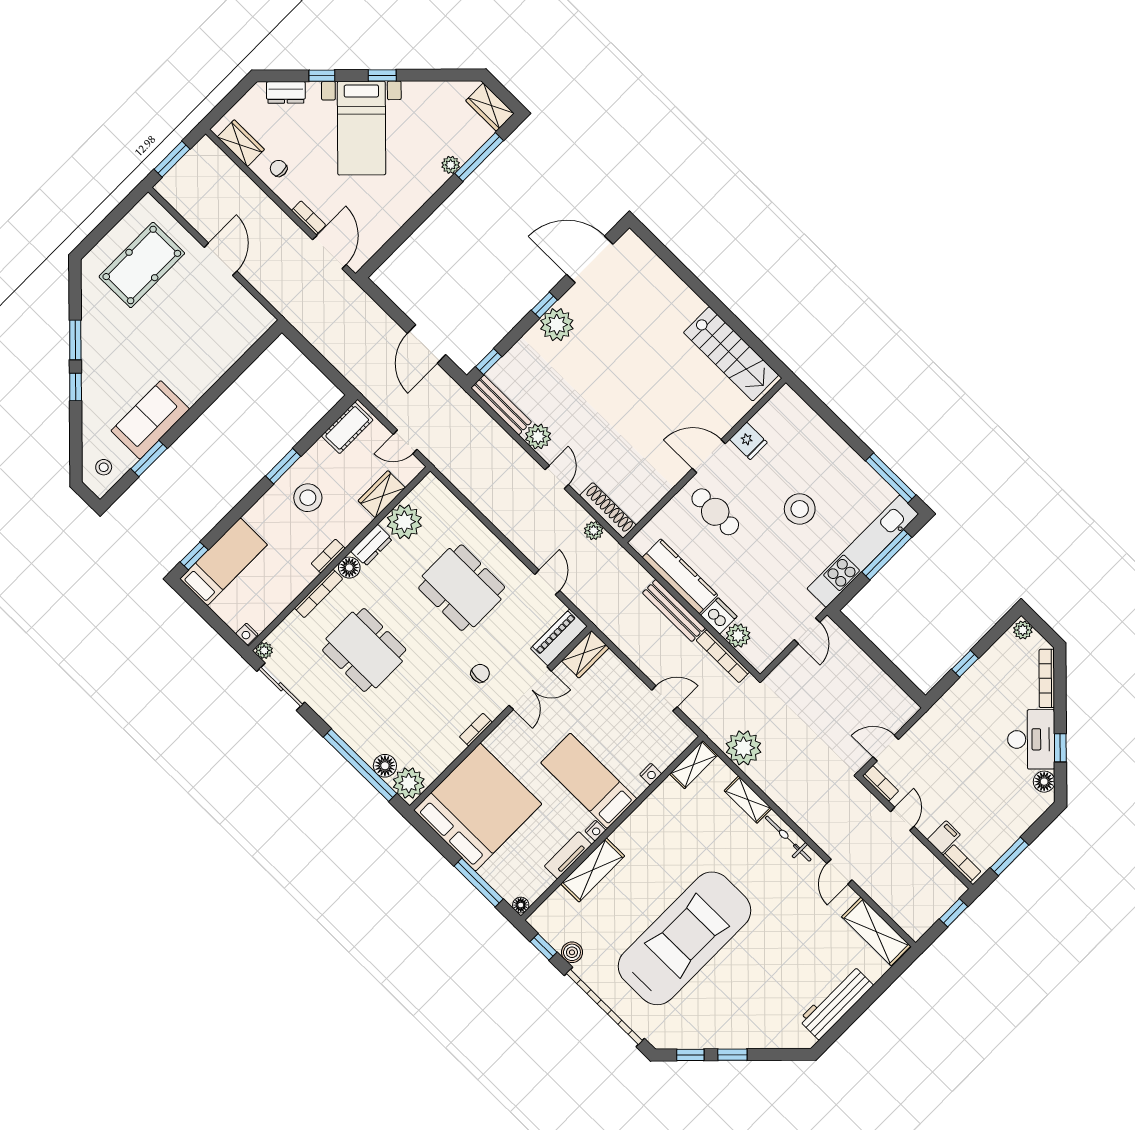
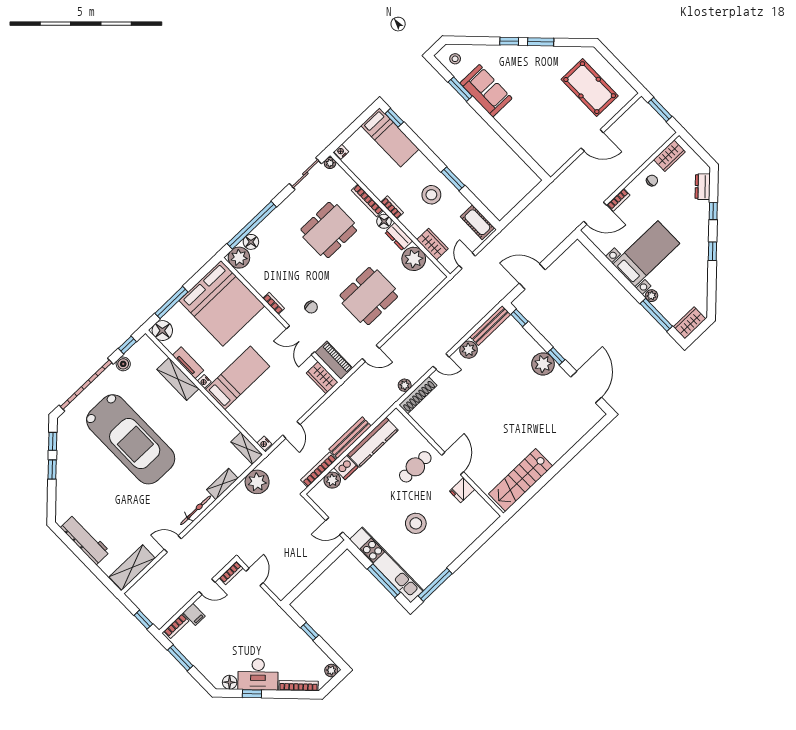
bed with nightstands: (362, 128) -> (646, 254), moved, turned 135
nightstand: (651, 774) -> (264, 444), moved
floor lamp: (521, 905) -> (162, 331), width x1.89, depth x1.89

